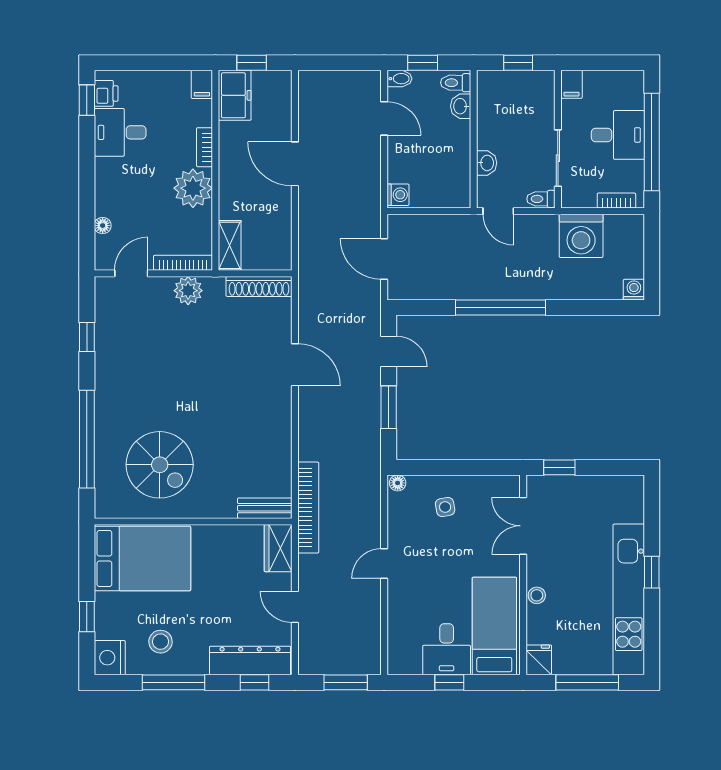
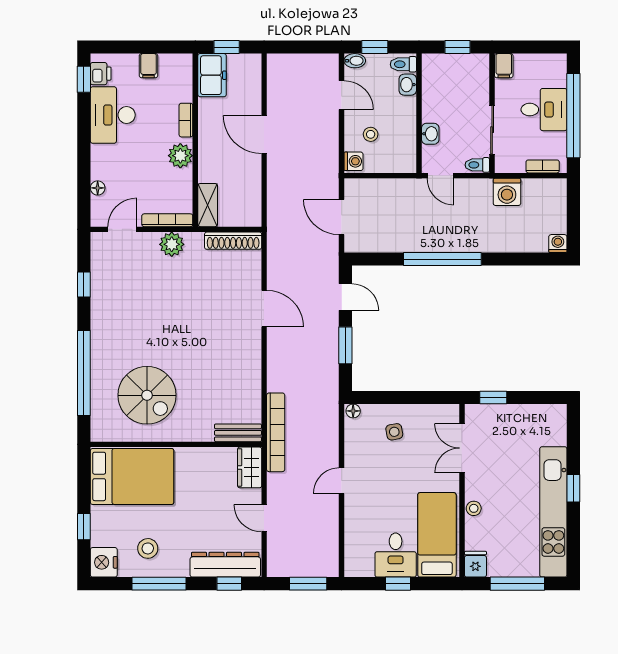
filing cabinet: (202, 84) -> (149, 66), moved
desk: (120, 132) -> (113, 115), width x1.37
stool: (418, 164) -> (371, 134), added
plant: (193, 188) -> (180, 156), width x0.73, depth x0.73
washing machine: (581, 236) -> (507, 192), width x0.73, depth x0.73

